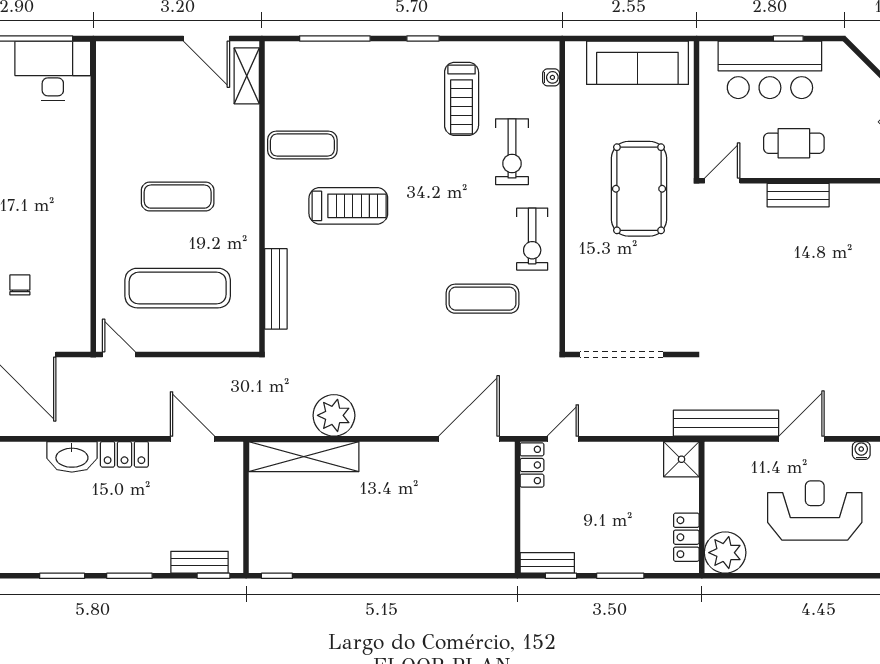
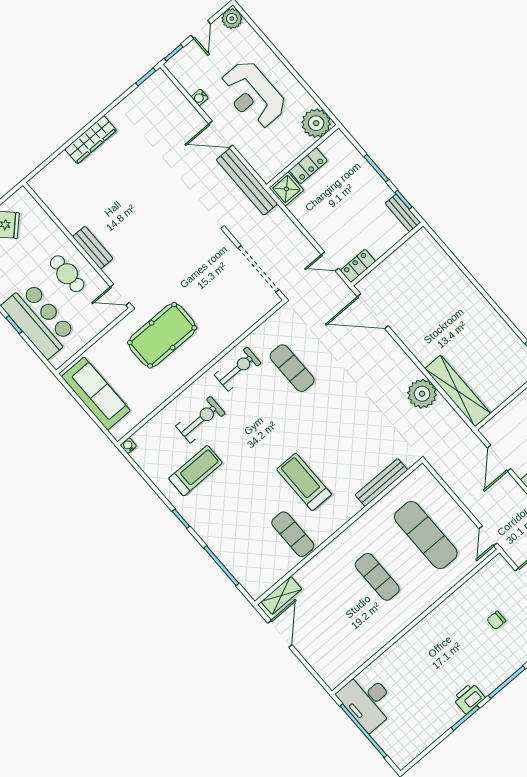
water cooler: (551, 77) -> (128, 446), moved
locker: (686, 537) -> (308, 166), moved

